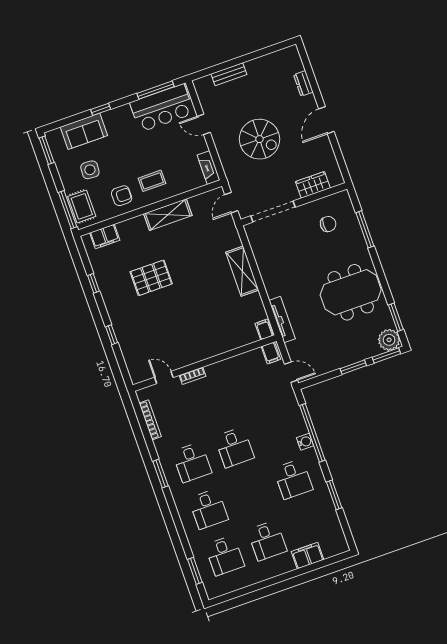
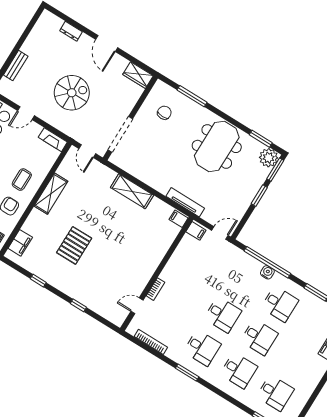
wardrobe: (313, 185) -> (138, 75), moved, turned -90
desk: (267, 541) -> (259, 337), moved

